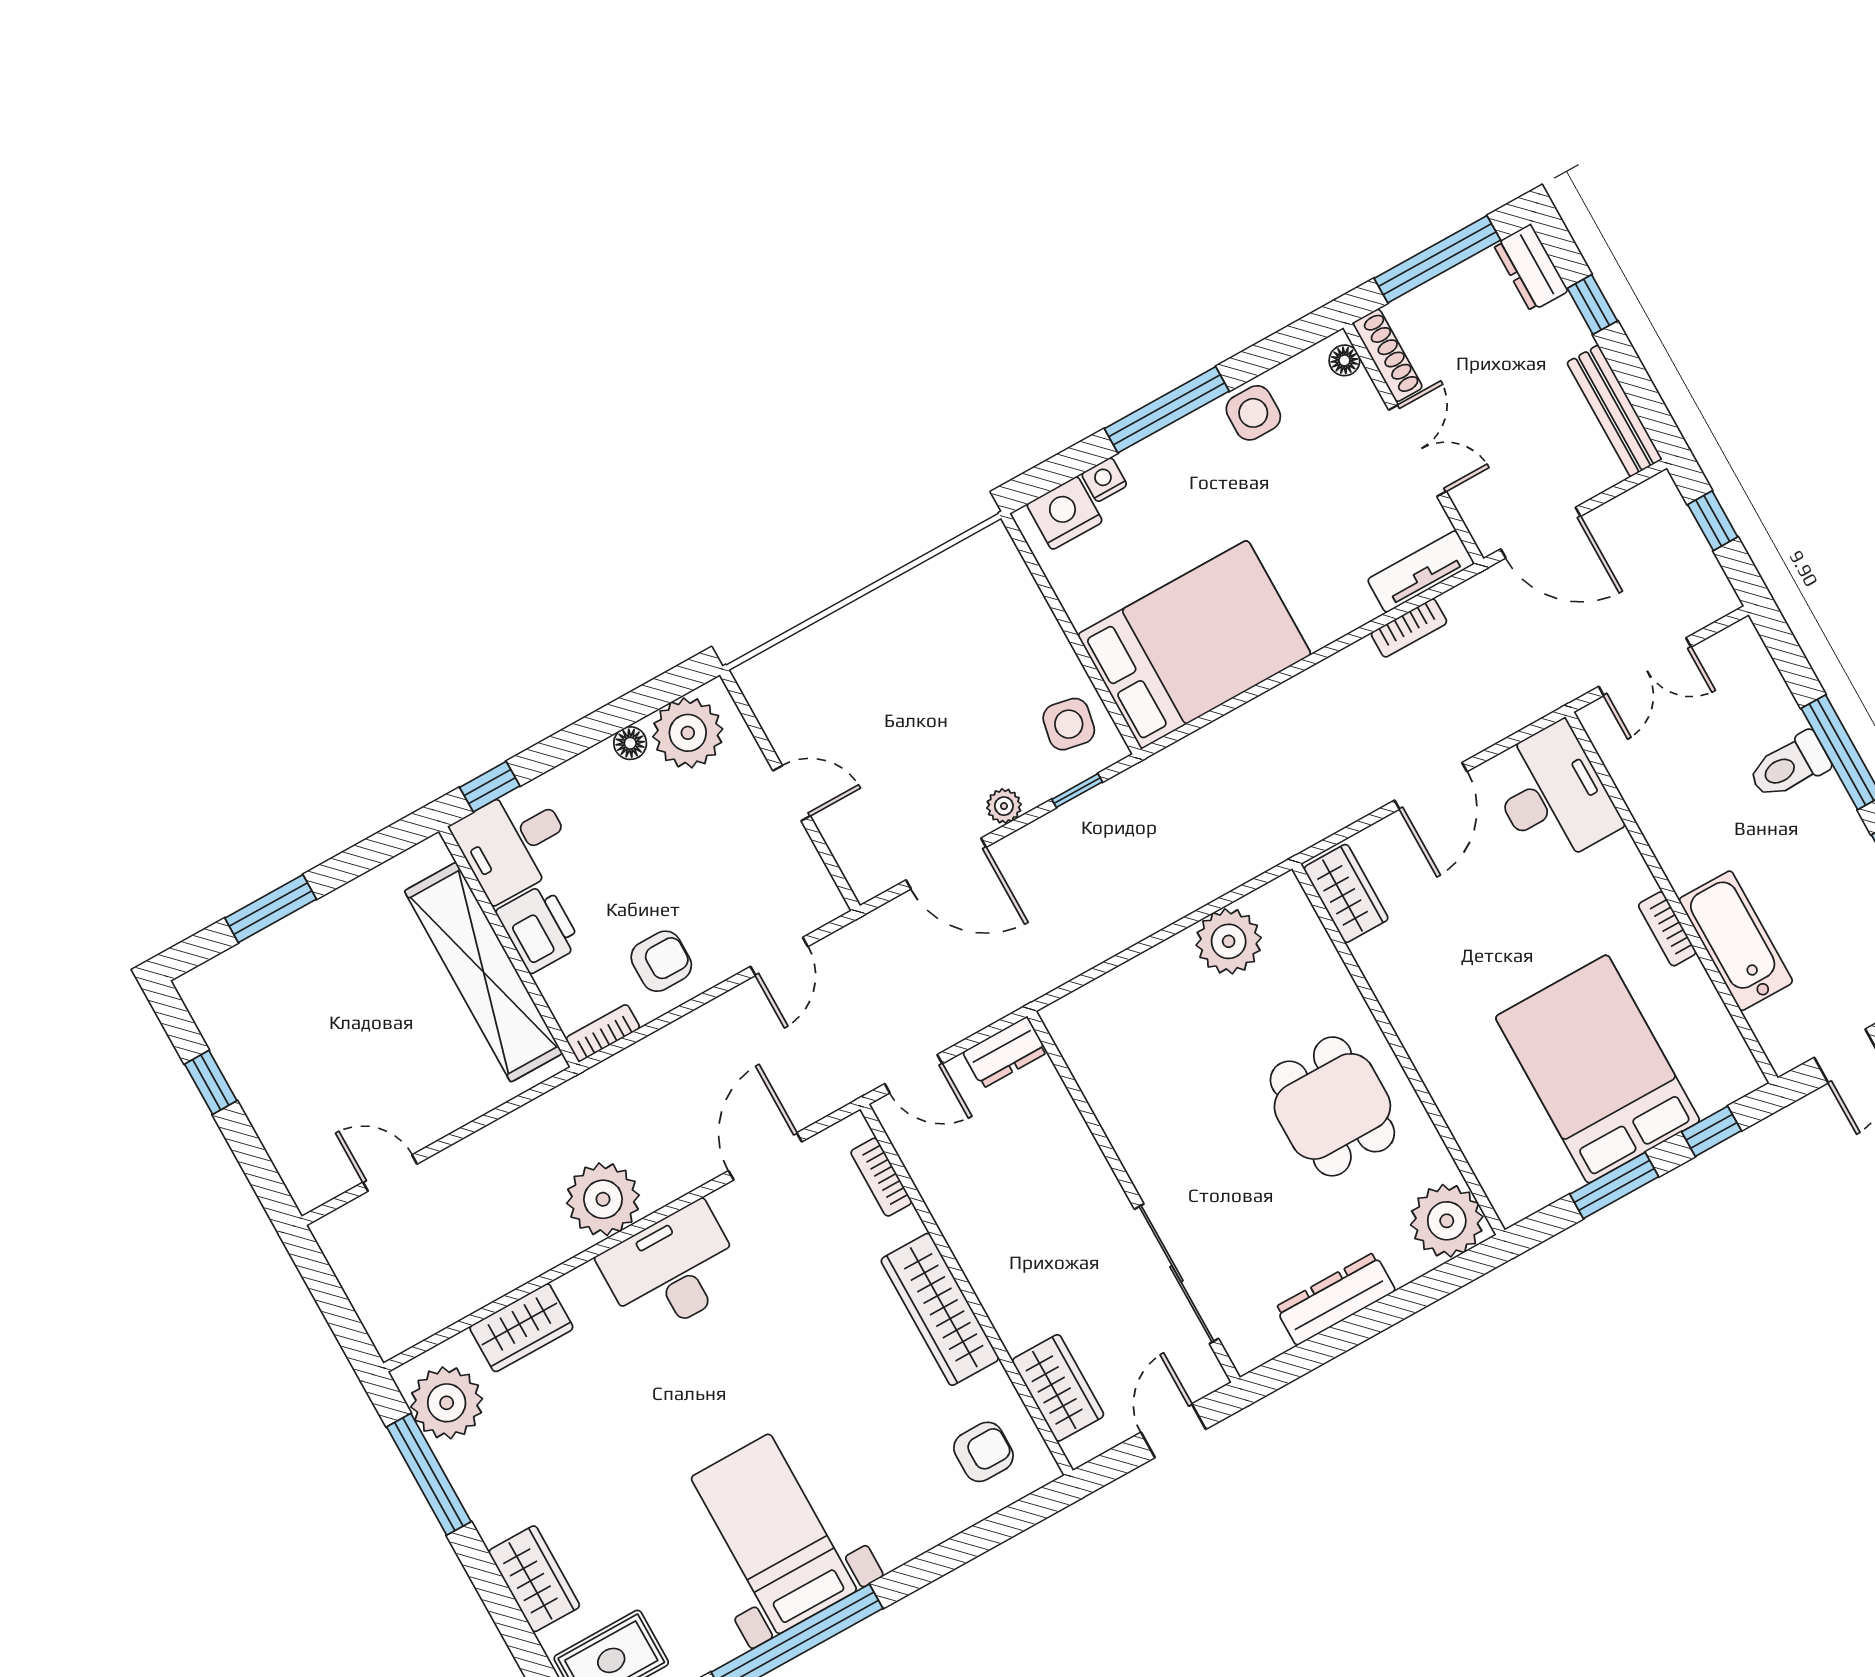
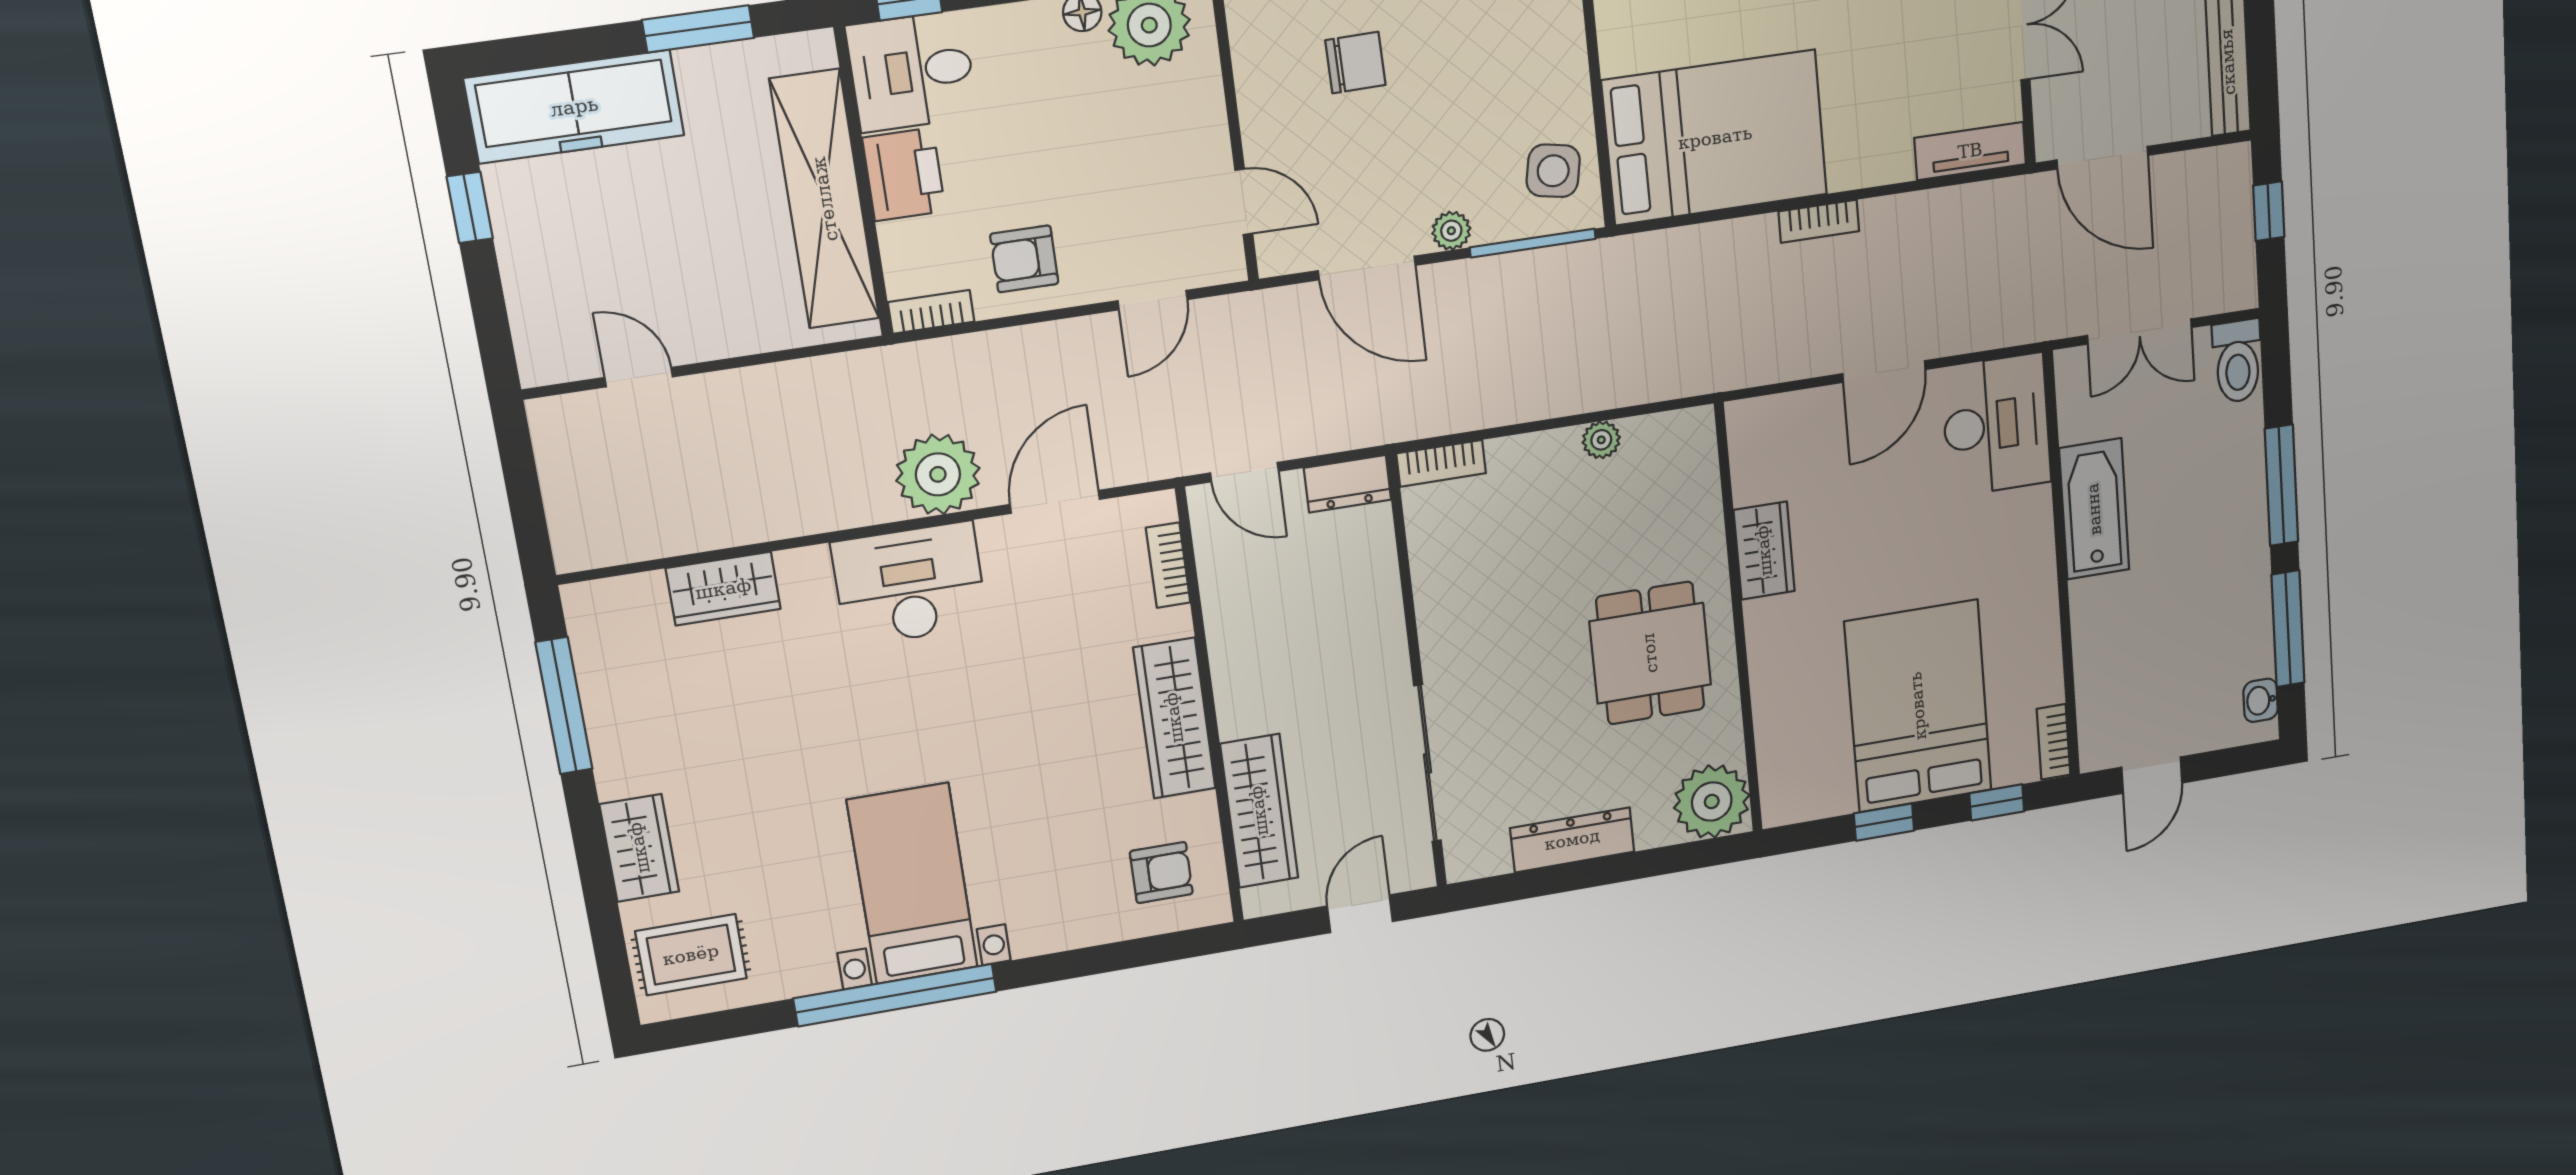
bookcase: (1409, 628) -> (1819, 221), moved
chair: (867, 699) -> (1355, 63), added
toilet: (1789, 766) -> (2237, 361), moved, turned -90
window: (1077, 791) -> (1533, 243), width x2.17
door: (792, 793) -> (1244, 202), moved
wardrobe: (1346, 893) -> (1764, 551), moved
window: (271, 909) -> (698, 29), moved
bookcase: (1667, 929) -> (2053, 742), moved
plant: (1229, 941) -> (1601, 440), width x0.53, depth x0.53
bathtub: (1736, 941) -> (2094, 509), moved
armchair: (661, 961) -> (1024, 259), turned 180
freezer: (262, 971) -> (574, 107), added
bookcase: (1078, 1006) -> (1441, 463), added
window: (1614, 1185) -> (1884, 822), width x0.67
plant: (603, 1199) -> (938, 474), moved
wardrobe: (1058, 1388) -> (1259, 811), width x1.50
plant: (447, 1403) -> (611, 639), removed

